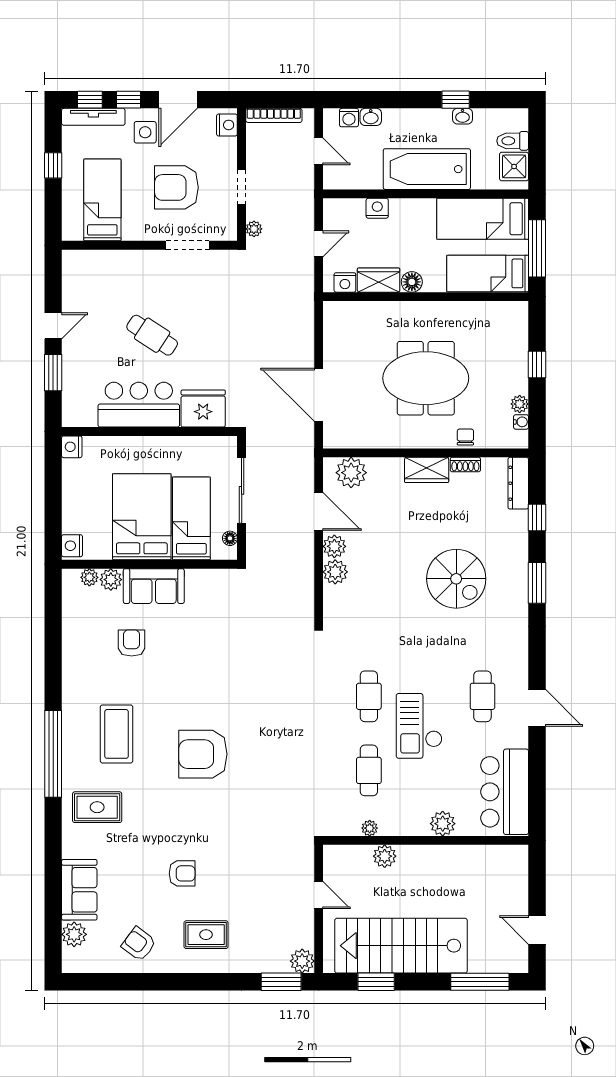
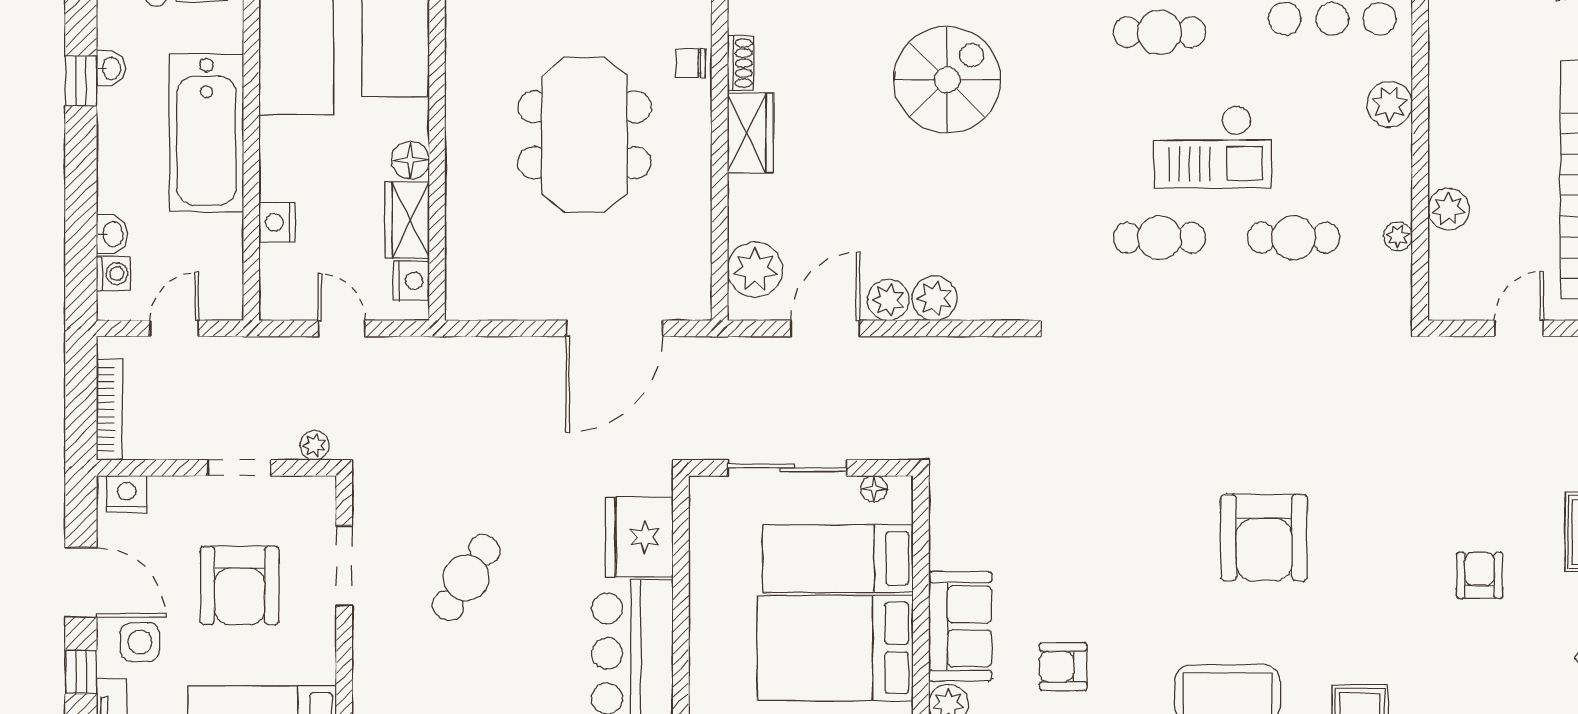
cafe table: (152, 335) -> (466, 578), moved

